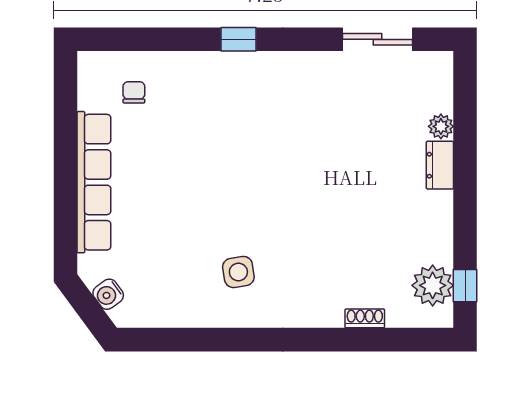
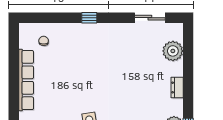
plant: (441, 126) -> (173, 51), width x1.87, depth x1.87
dresser: (440, 165) -> (177, 87), moved

